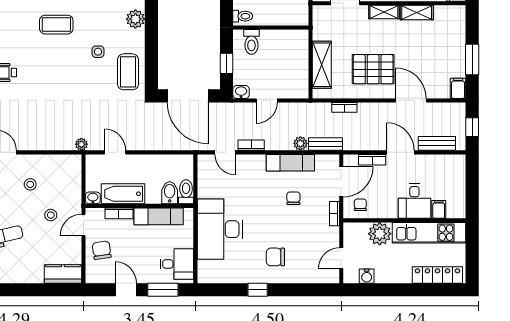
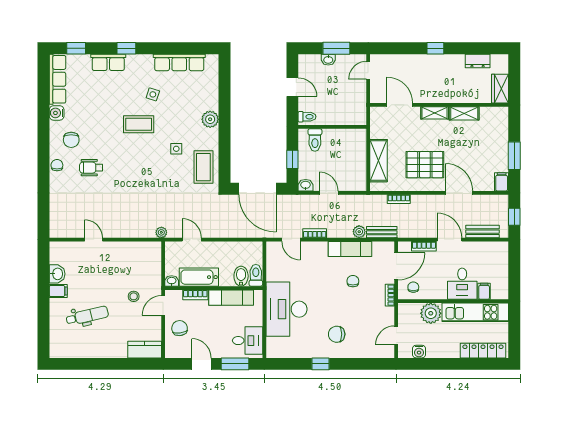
door: (267, 100) -> (329, 193), swing flipped
stool: (30, 184) -> (115, 269), removed

